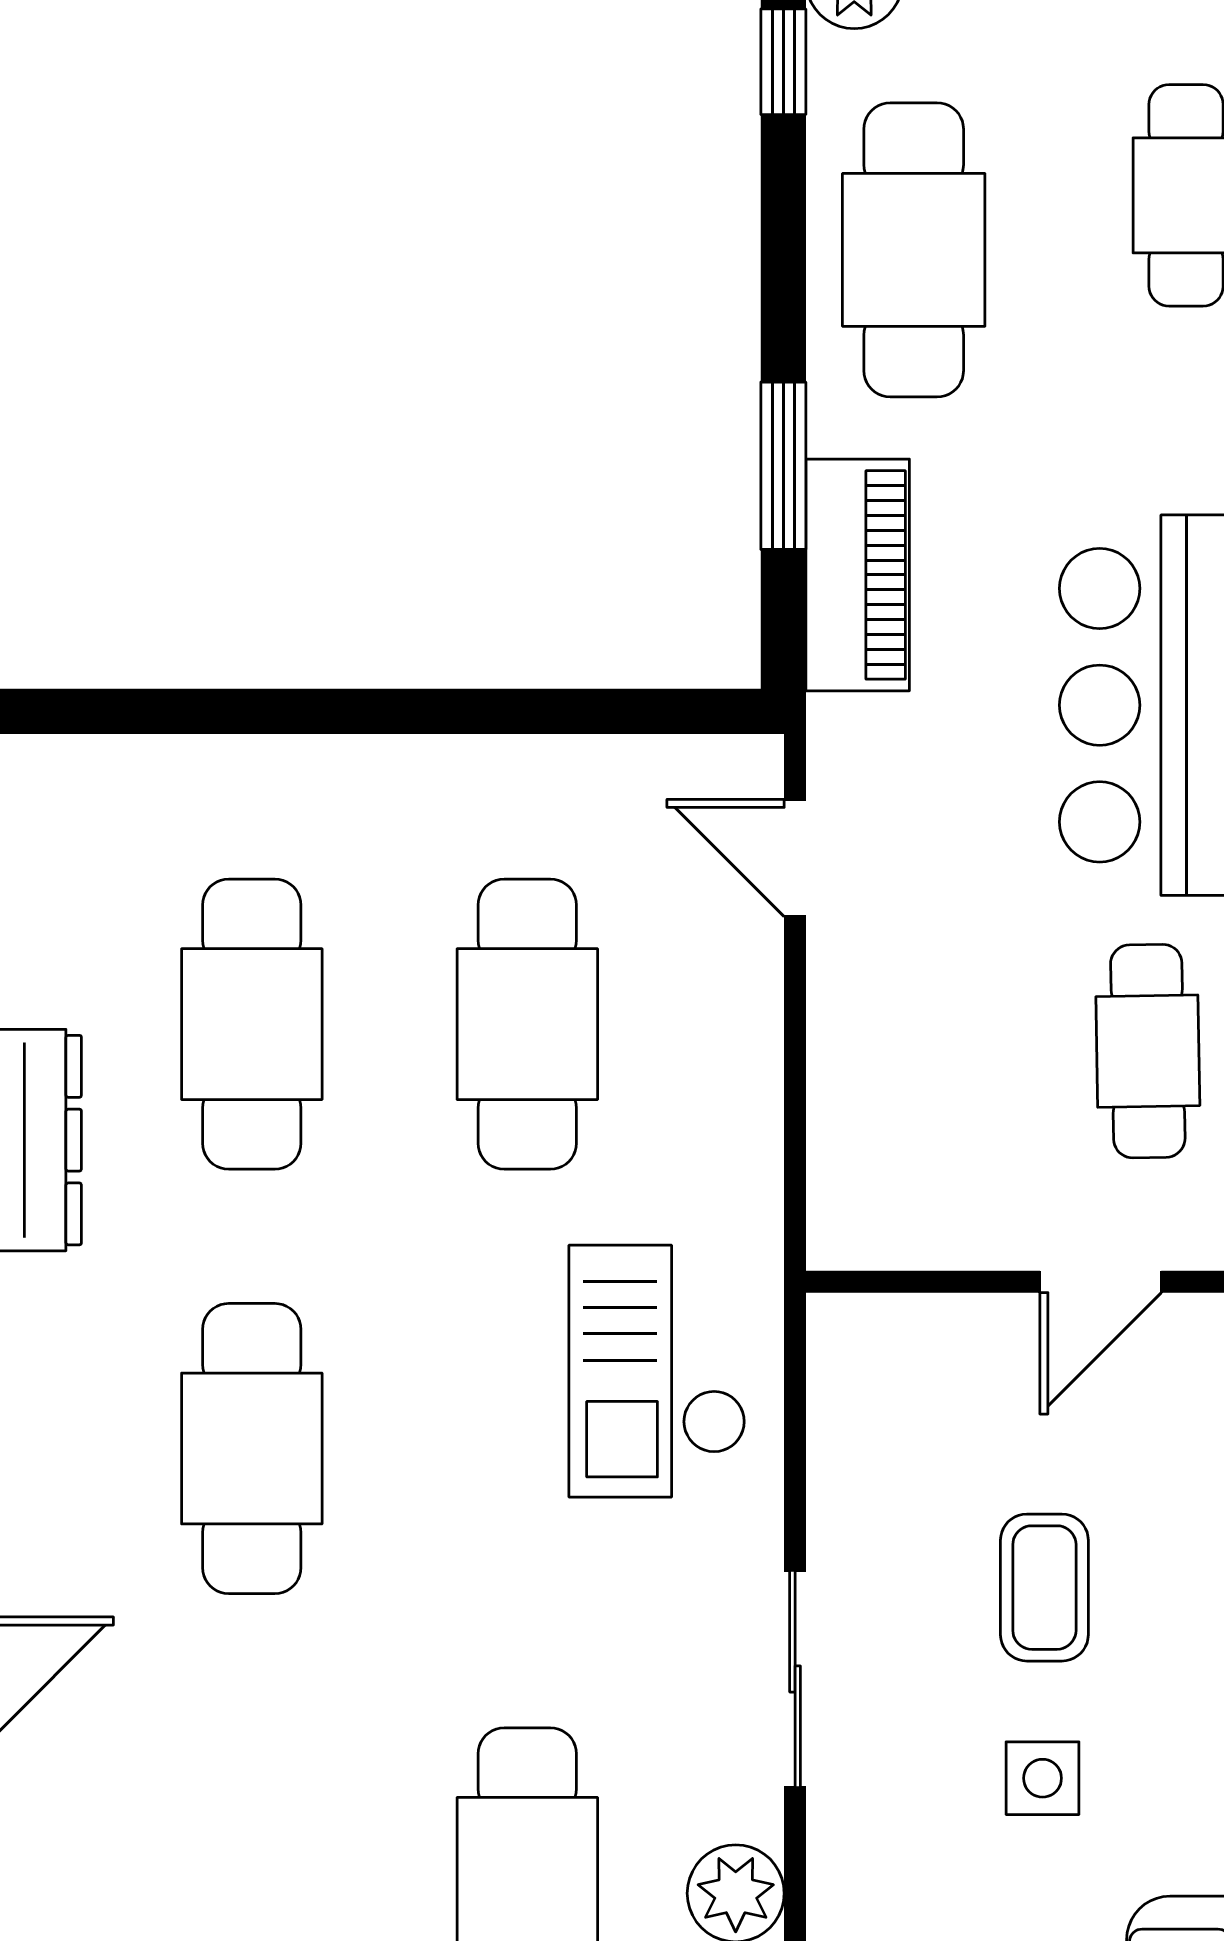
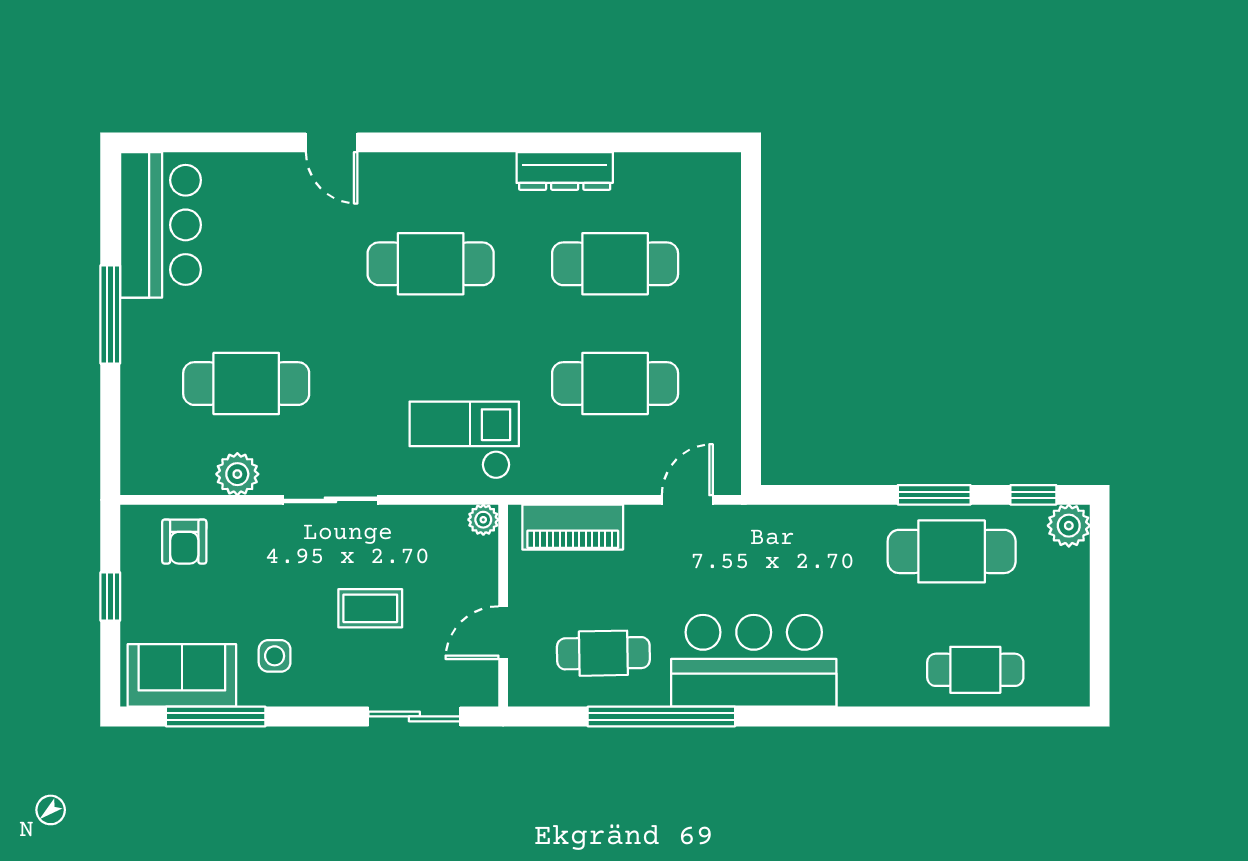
window: (783, 466) -> (934, 495), moved
piano: (858, 575) -> (573, 527), moved
door: (1101, 1282) -> (503, 633), hinge flipped
plant: (841, 1327) -> (483, 520), added
side table: (1043, 1778) -> (275, 656), moved

